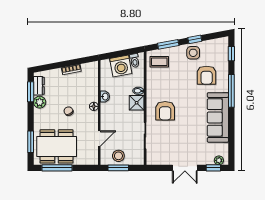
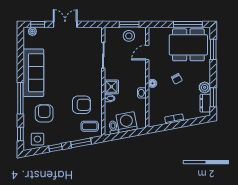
side table: (193, 53) -> (37, 139), moved
armchair: (165, 111) -> (82, 105), moved, turned 90

